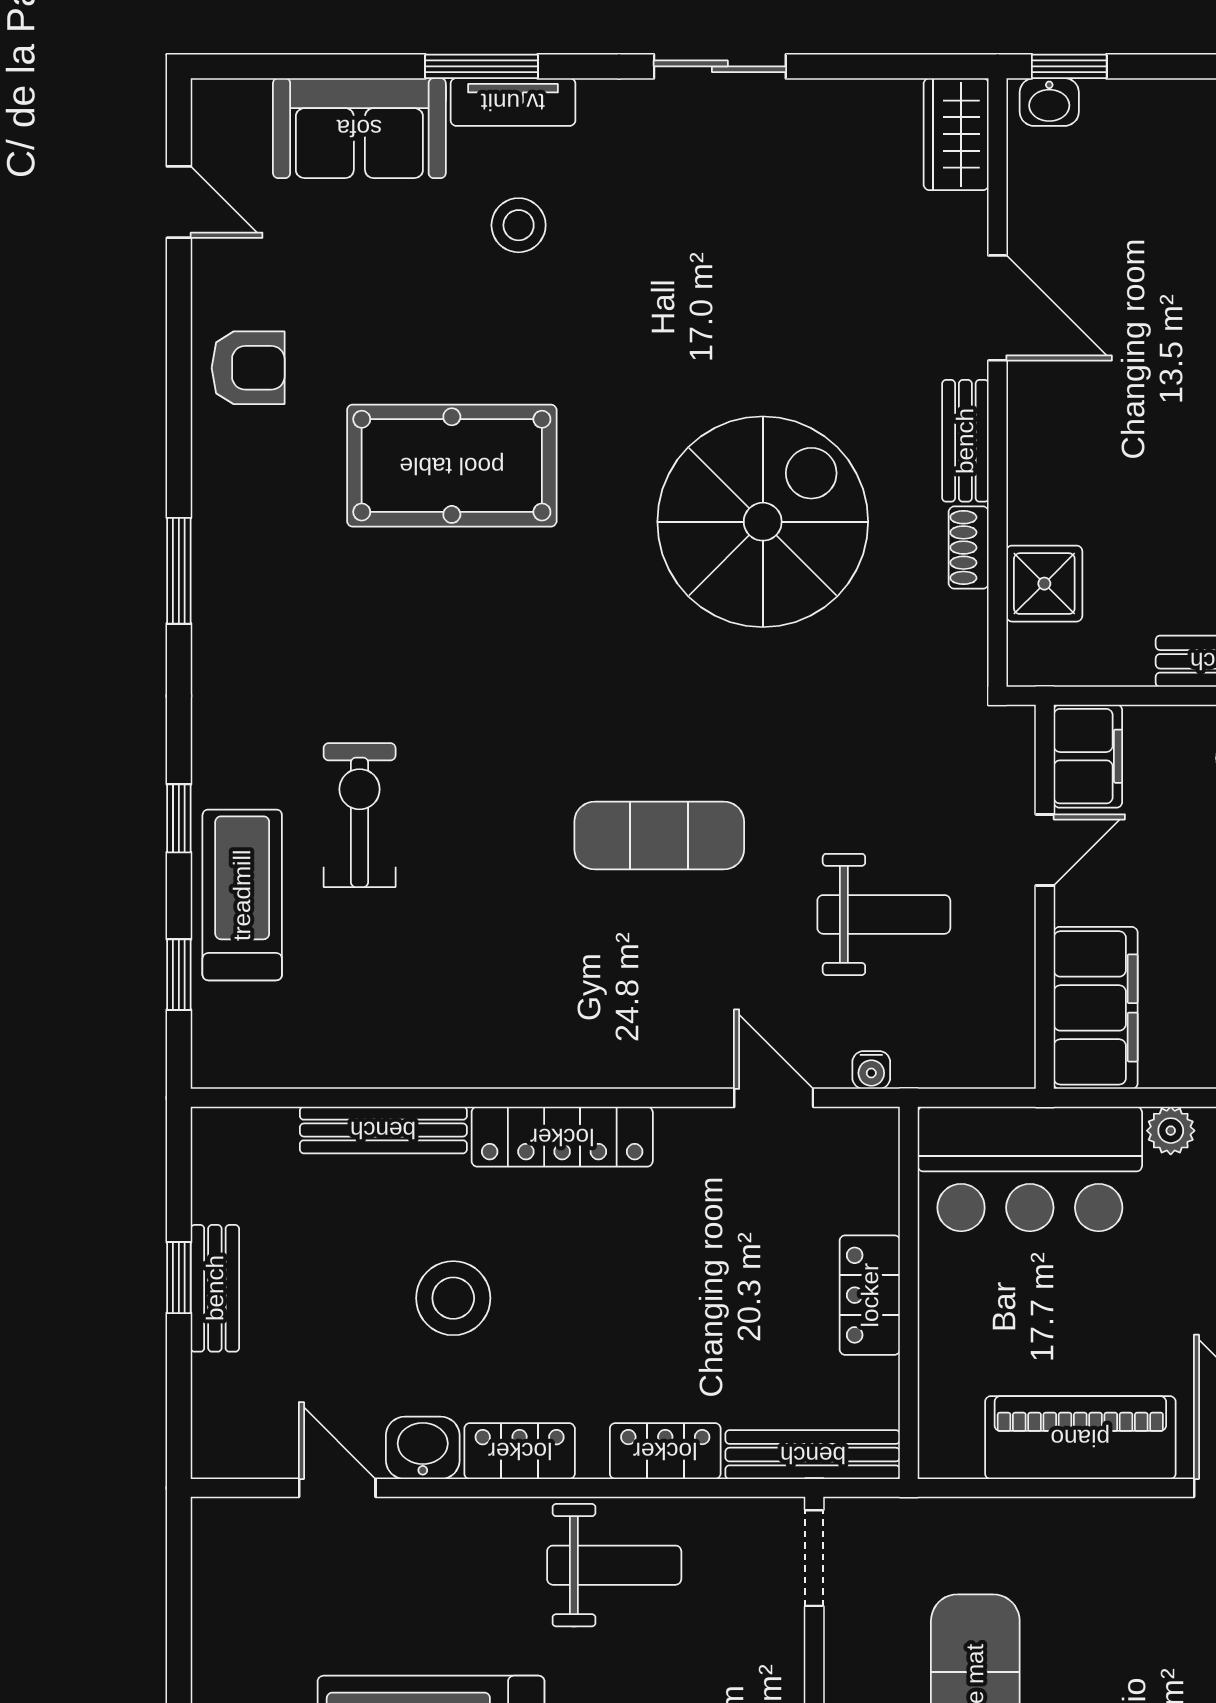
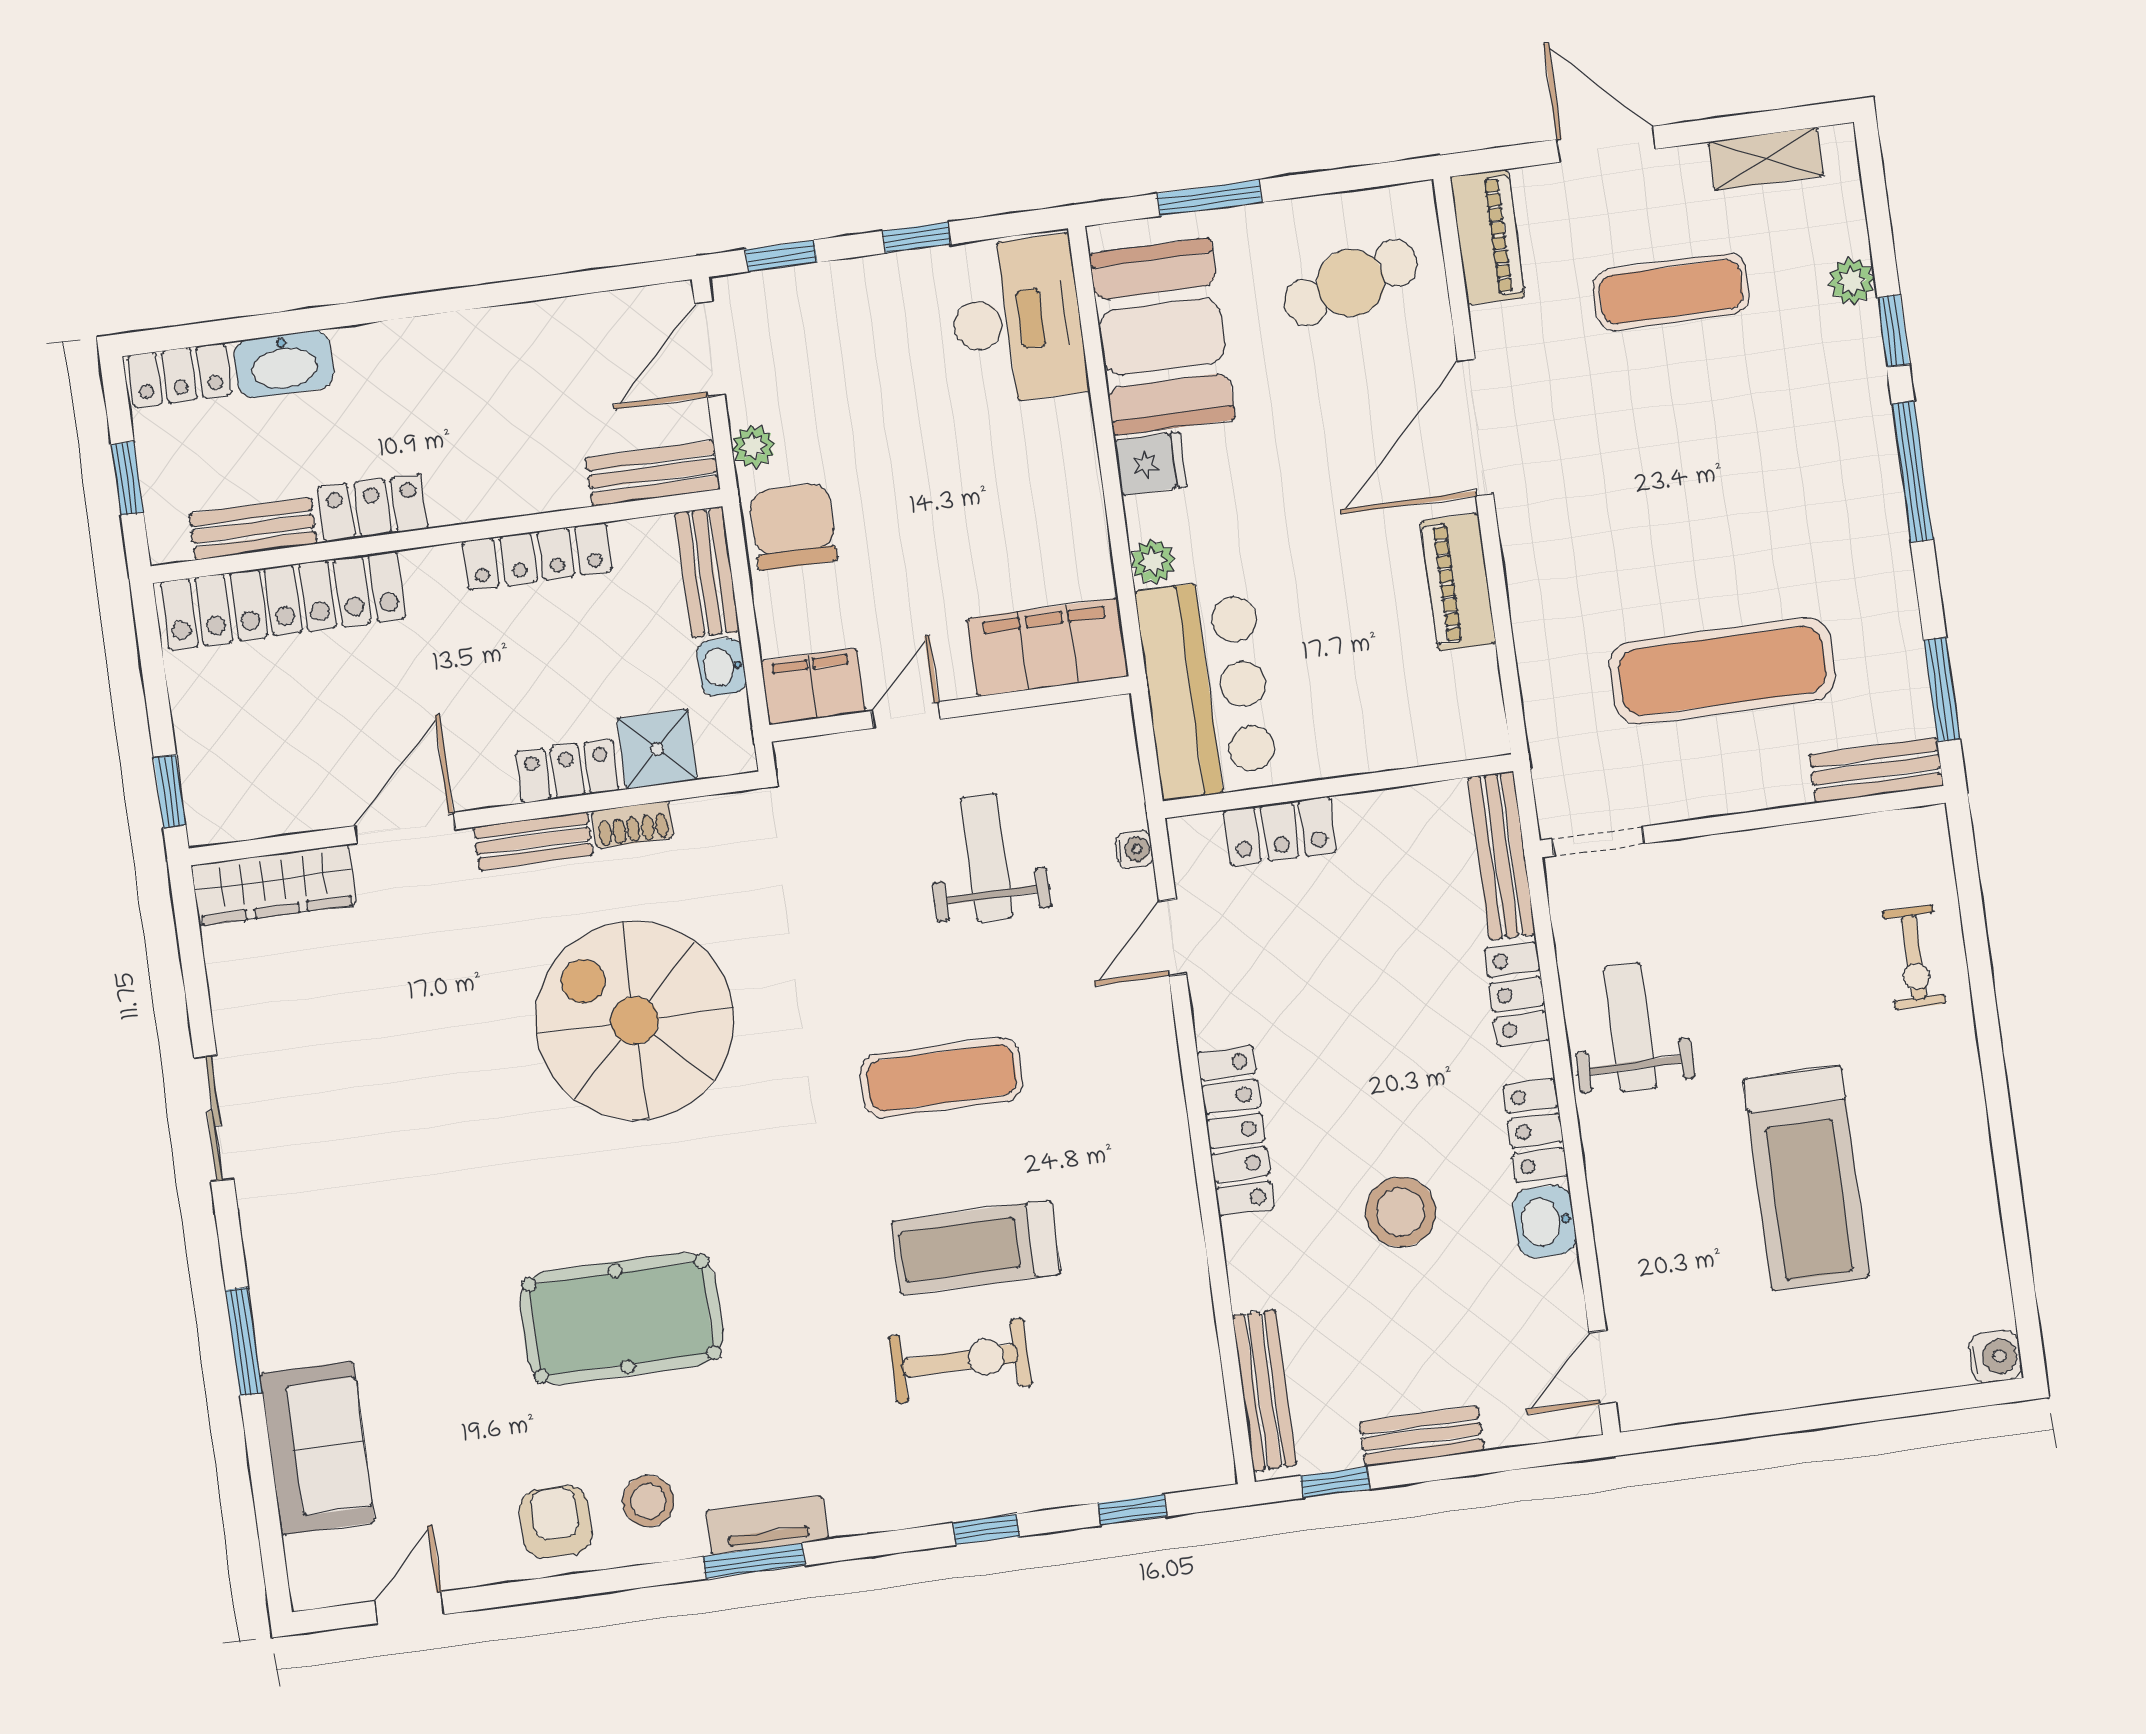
tv unit: (513, 102) -> (767, 1525), moved, turned -90
washbasin: (1049, 102) -> (722, 667), moved, turned 180
wardrobe: (956, 134) -> (274, 885), width x1.50
stool: (519, 225) -> (648, 1501), moved
pool table: (452, 466) -> (621, 1319), turned 90
locker: (1034, 486) -> (567, 771), added
exercise bike: (360, 815) -> (960, 1361), turned 180
exercise mat: (659, 835) -> (941, 1078), turned 90
door: (1045, 850) -> (906, 715), hinge flipped
treadmill: (242, 895) -> (976, 1248), moved
bench: (383, 1130) -> (1264, 1390), moved
window: (179, 1278) -> (1335, 1482), moved
locker: (870, 1295) -> (1280, 831), moved
piano: (1080, 1438) -> (1458, 582), width x0.73, depth x0.75
door: (337, 1488) -> (1603, 1367), moved

